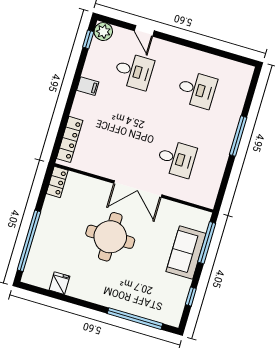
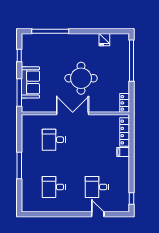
plant: (103, 32) -> (123, 206), removed
filing cabinet: (88, 86) -> (123, 152), moved

